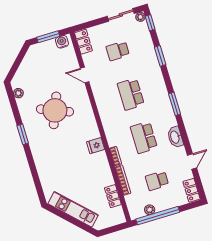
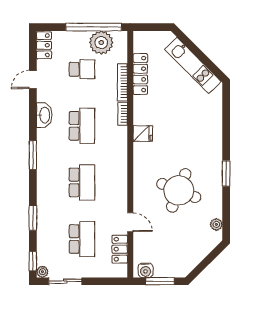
locker: (83, 42) -> (120, 249), moved
school desk: (118, 51) -> (82, 239), width x1.85
locker: (113, 196) -> (140, 74), width x1.53
plant: (150, 210) -> (101, 43), width x1.87, depth x1.87

